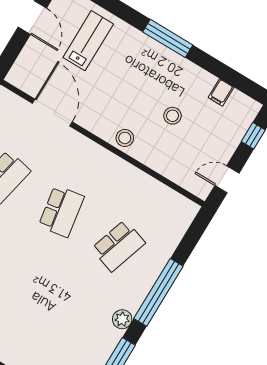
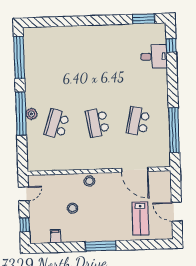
plant: (122, 319) -> (31, 114), moved

